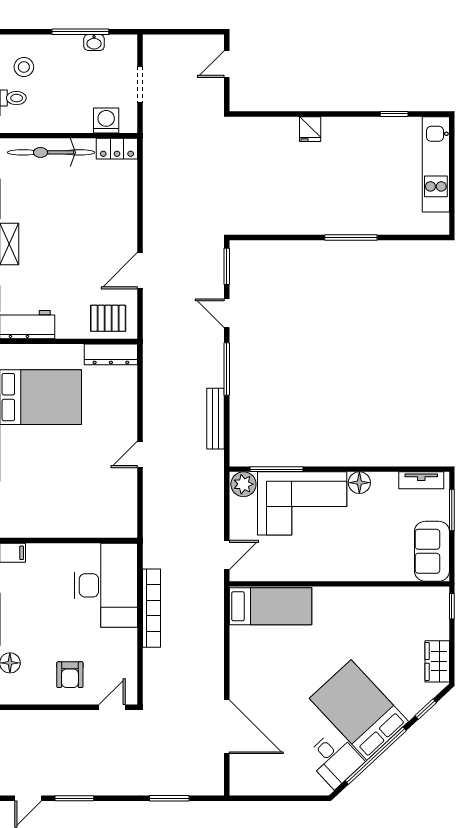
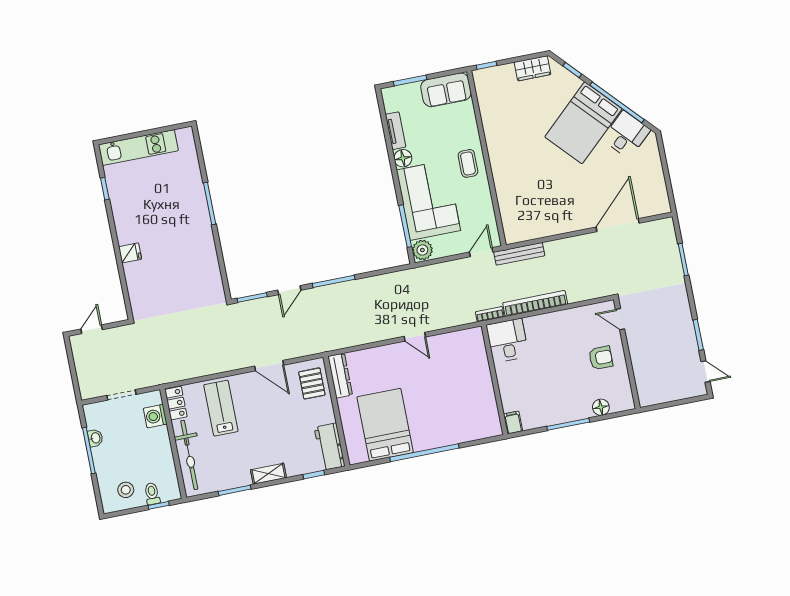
door: (227, 64) -> (92, 329), swing flipped
lab bench: (100, 202) -> (221, 408), added
bench: (216, 419) -> (519, 254), moved
tv unit: (421, 480) -> (396, 131), moved
bookcase: (149, 550) -> (490, 314), added
door: (227, 555) -> (481, 252), hinge flipped
coffee table: (337, 560) -> (468, 163), added
desk: (106, 585) -> (507, 341), width x0.53, depth x0.77
bed: (271, 606) -> (515, 209), removed

